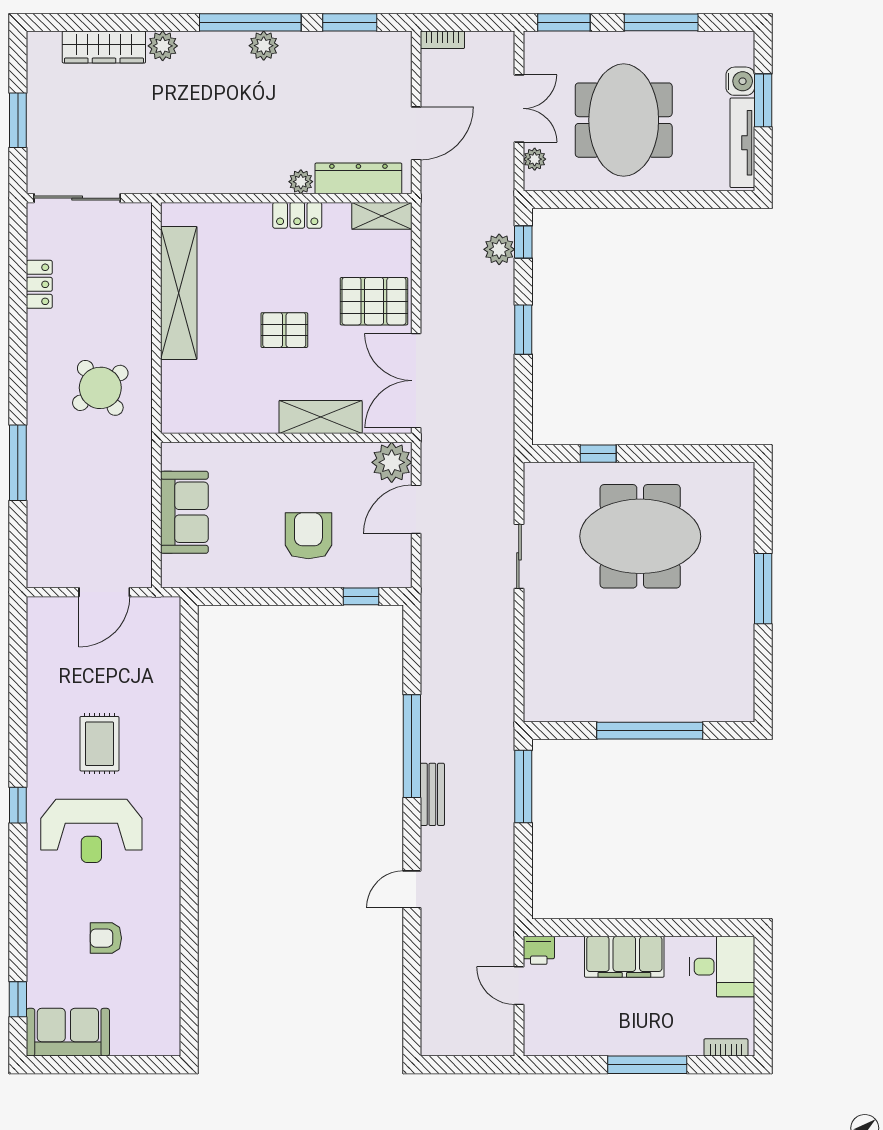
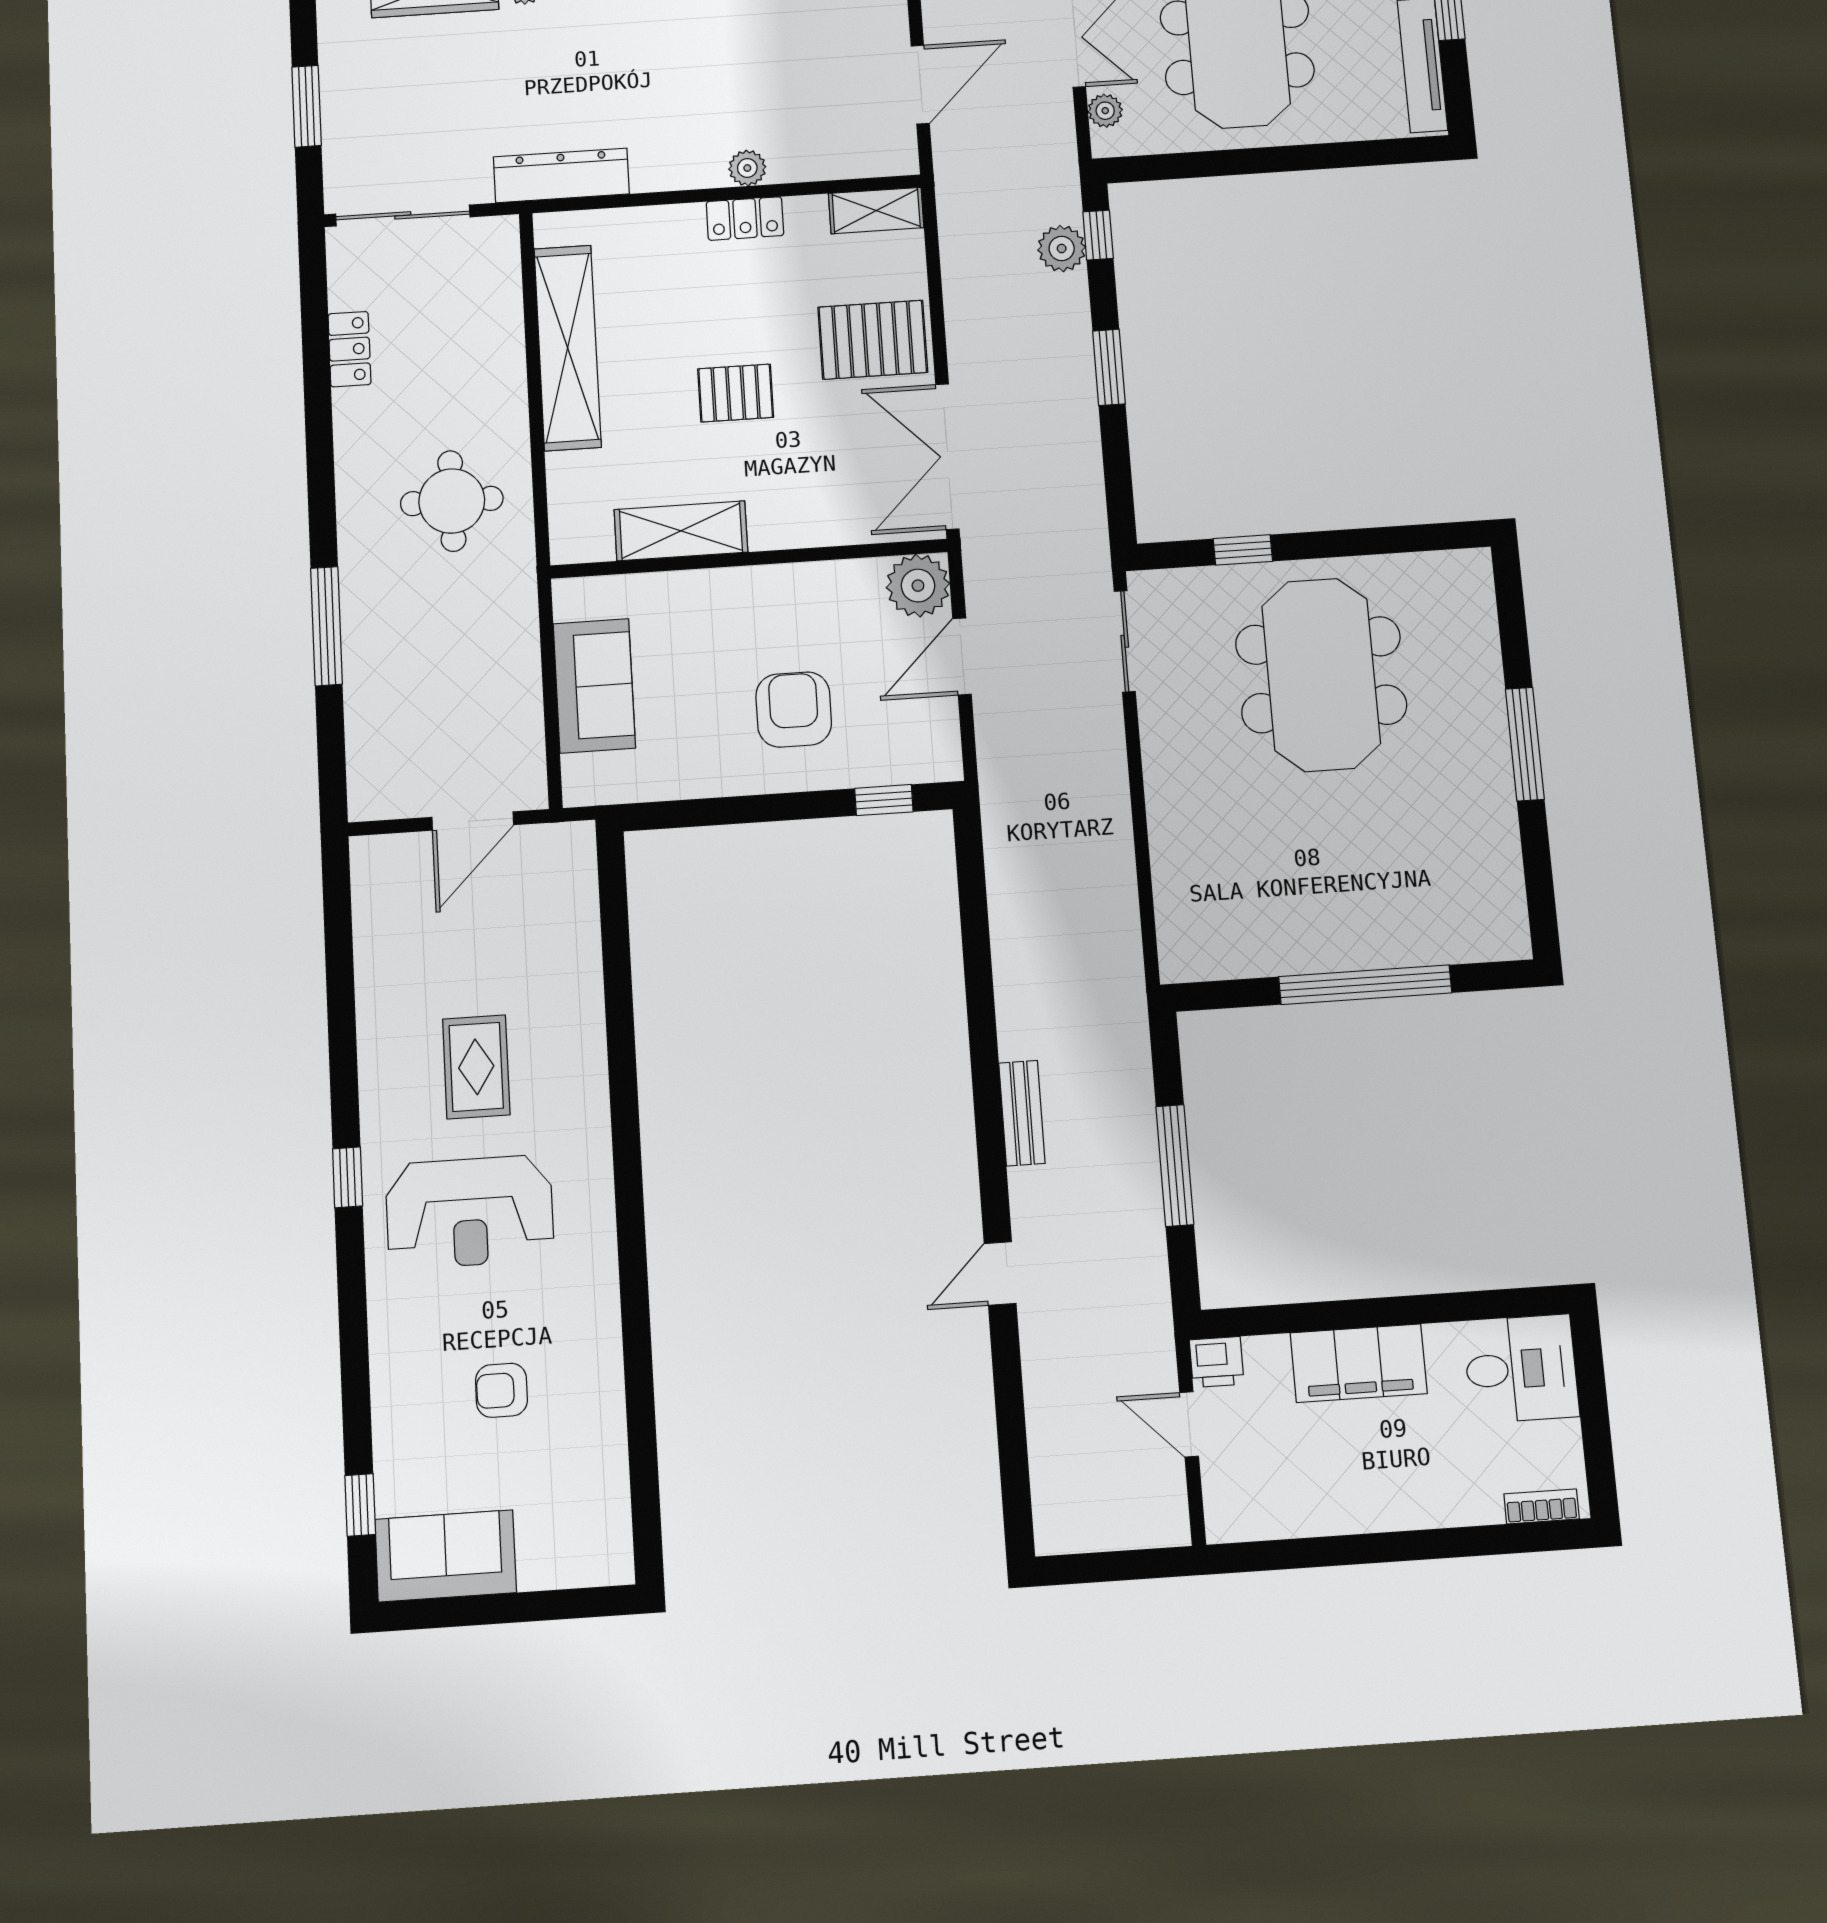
dresser: (358, 178) -> (561, 175), moved
round table: (100, 388) -> (452, 501), turned 37
shelving: (321, 417) -> (681, 531), moved
meeting table: (640, 536) -> (1321, 675), turned 90
sliding door: (519, 556) -> (1125, 641), moved
window: (412, 746) -> (983, 1036), removed
window: (523, 786) -> (1175, 1165), moved
window: (647, 1065) -> (1414, 1545), removed

